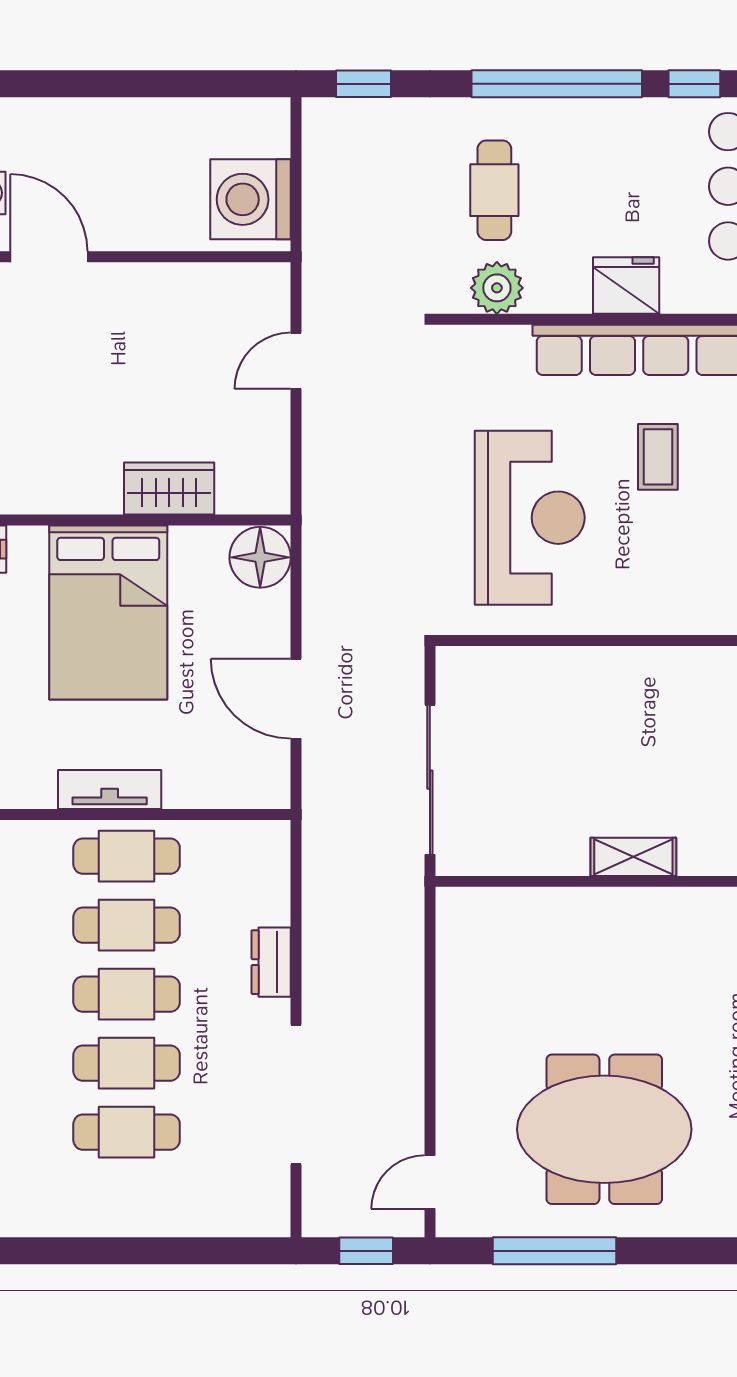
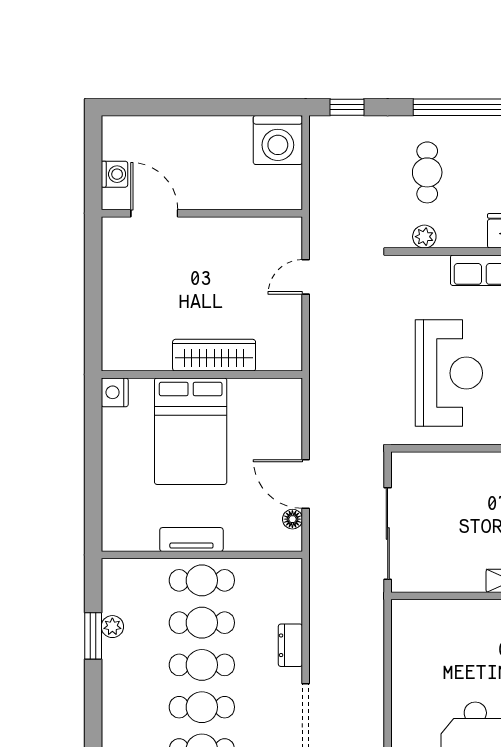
washing machine: (251, 199) -> (278, 140), moved, turned -90
plant: (497, 288) -> (424, 237), width x0.73, depth x0.73
wardrobe: (169, 489) -> (214, 355), width x1.50
floor lamp: (260, 557) -> (292, 519), moved, width x0.53, depth x0.53

